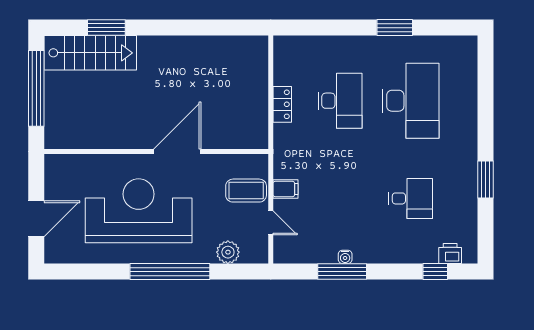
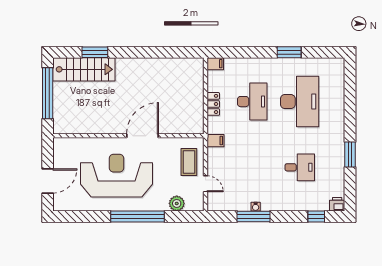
filing cabinet: (285, 44) -> (215, 64), added
filing cabinet: (286, 189) -> (215, 141), moved
coffee table: (246, 191) -> (189, 162), turned 90
printer: (450, 253) -> (337, 204), moved

